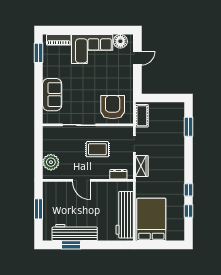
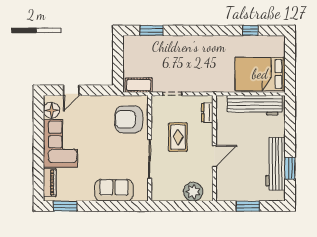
door: (137, 58) -> (71, 90), swing flipped
wardrobe: (142, 166) -> (198, 85), removed
window: (189, 190) -> (226, 30), removed

